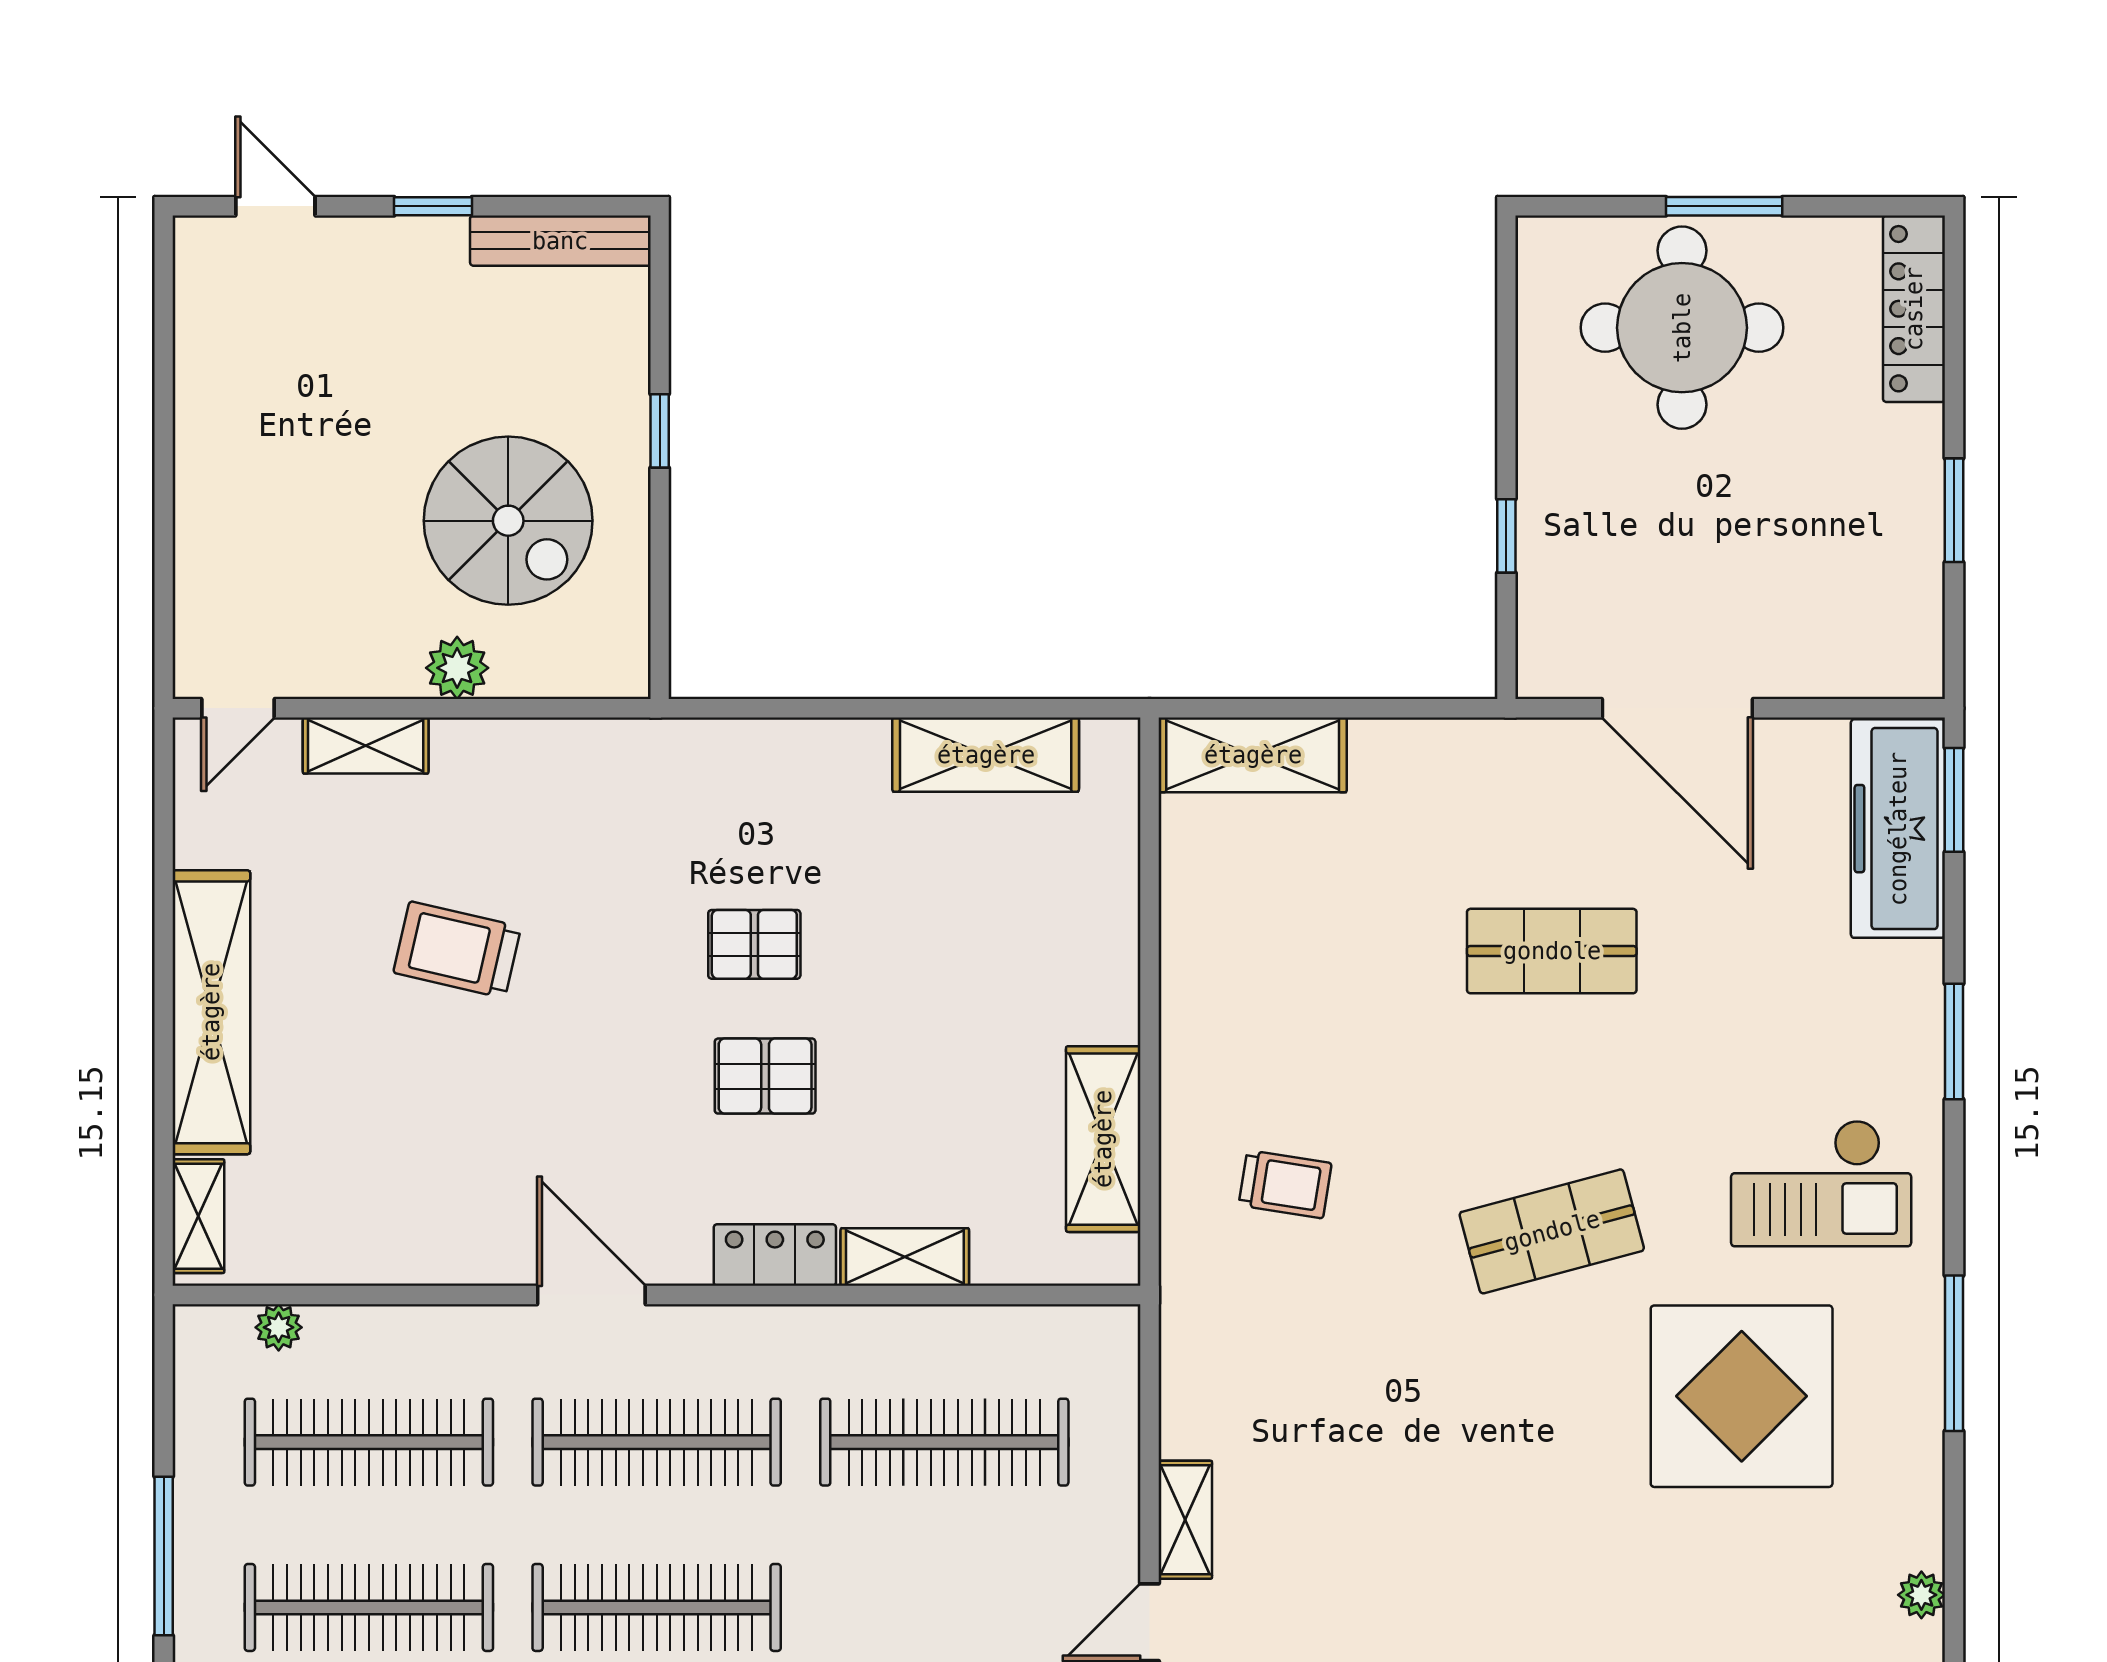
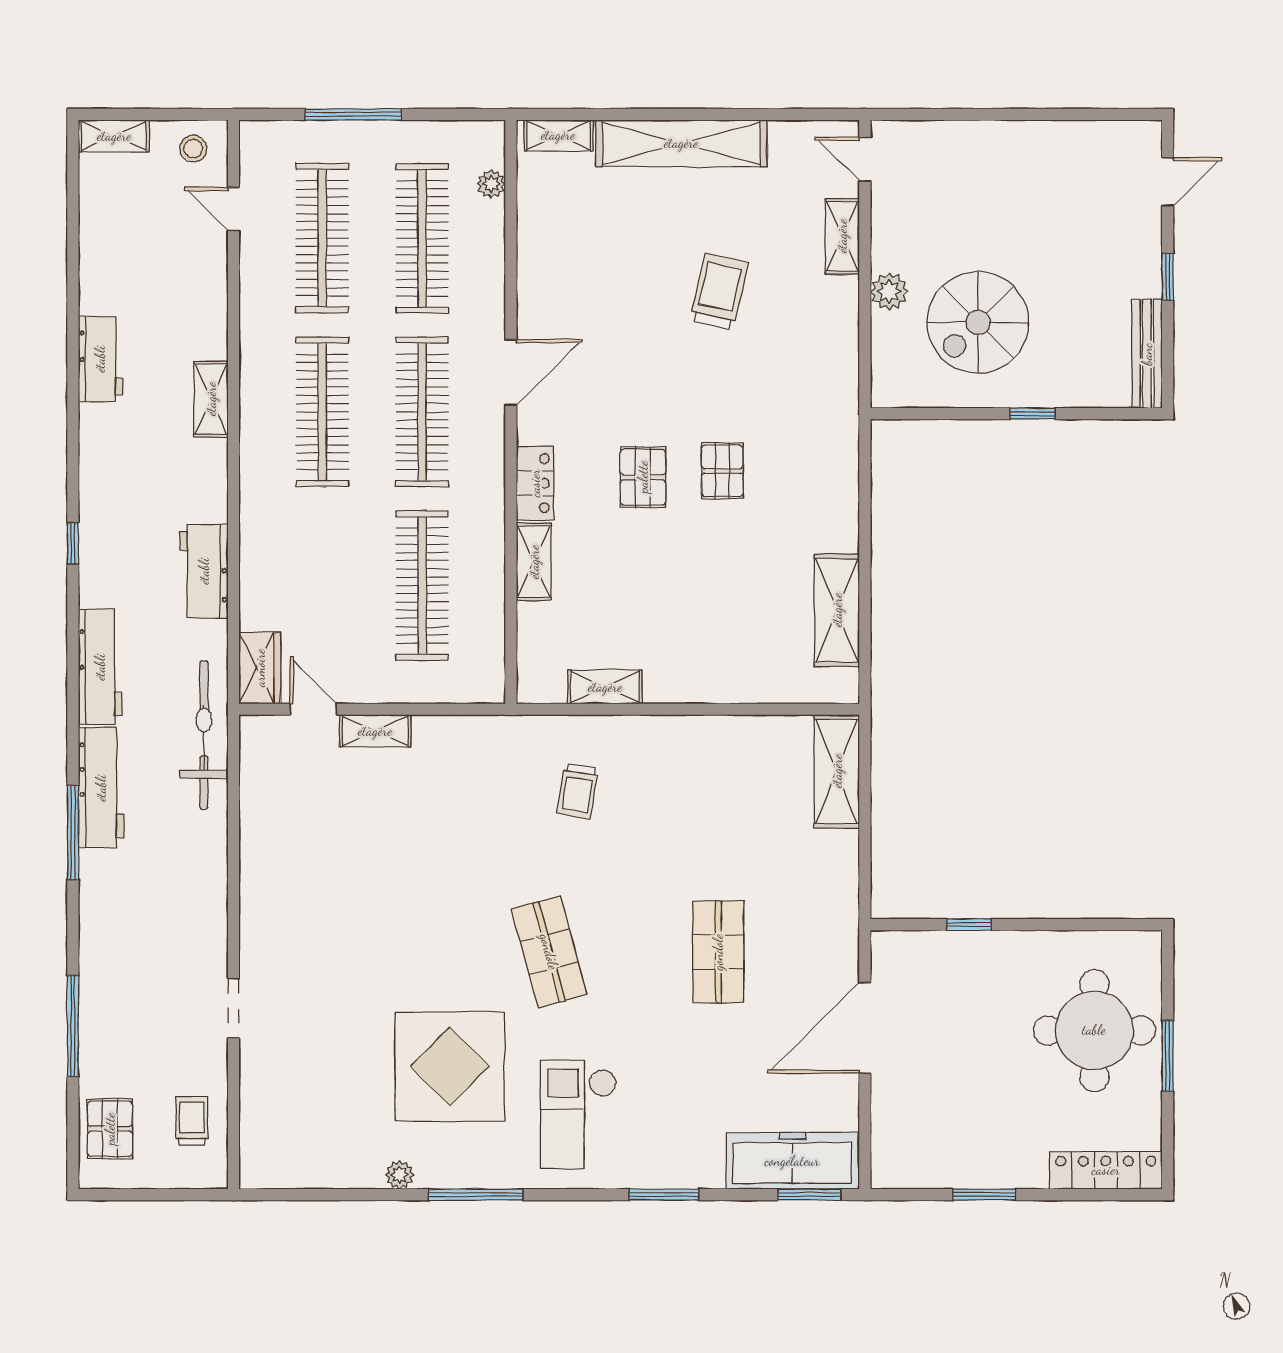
shelving: (1103, 1139) -> (605, 687), width x0.67, depth x0.75
plant: (1921, 1595) -> (399, 1175), moved

